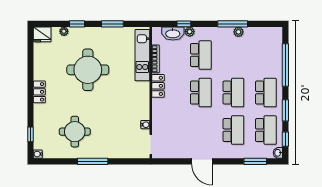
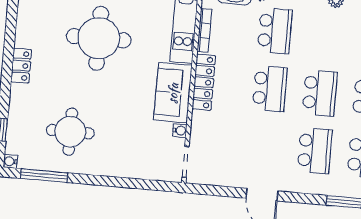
locker: (158, 86) -> (204, 82), width x1.53
sofa: (139, 101) -> (173, 93), added
window: (93, 161) -> (44, 176), moved

